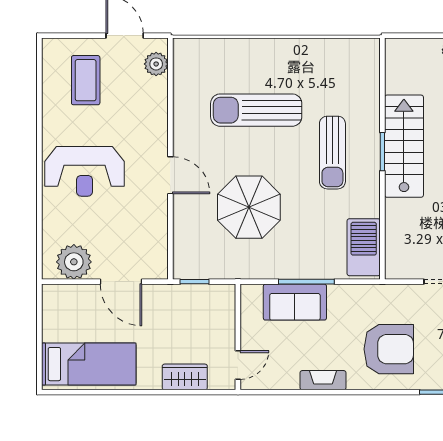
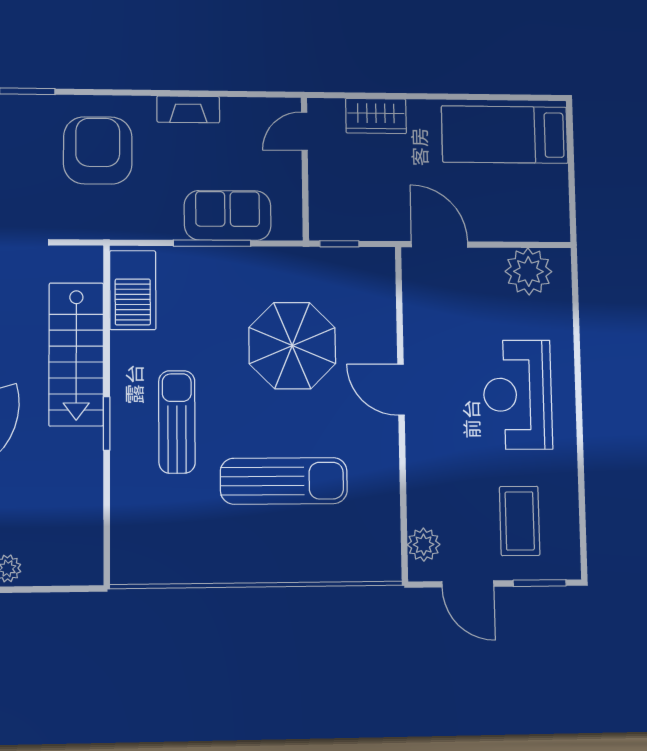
window: (72, 36) -> (540, 583), added
stairs: (404, 146) -> (76, 354), moved
reception desk: (84, 171) -> (518, 395), turned -90
door: (121, 282) -> (440, 244), moved
window: (195, 282) -> (339, 244), moved
armchair: (389, 349) -> (98, 150), turned 90

